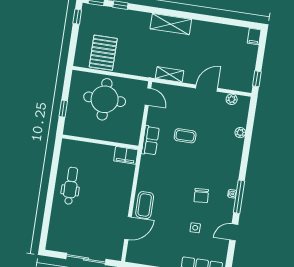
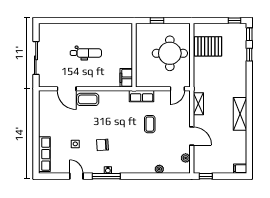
shelving: (171, 24) -> (240, 114), moved
dental chair: (71, 186) -> (86, 53), moved

